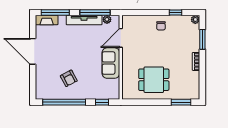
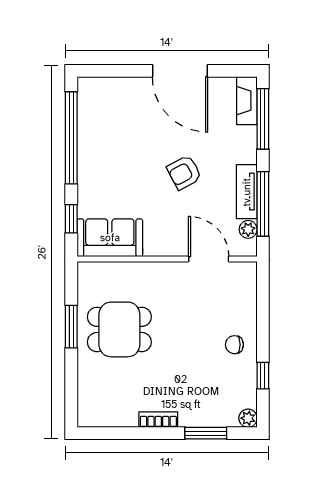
tv unit: (84, 20) -> (247, 192), width x0.71
door: (33, 51) -> (180, 71), swing flipped
sofa: (111, 63) -> (110, 238), moved
armchair: (69, 78) -> (184, 172), moved
dining table: (154, 80) -> (119, 329), turned 90
window: (181, 102) -> (71, 327), moved

